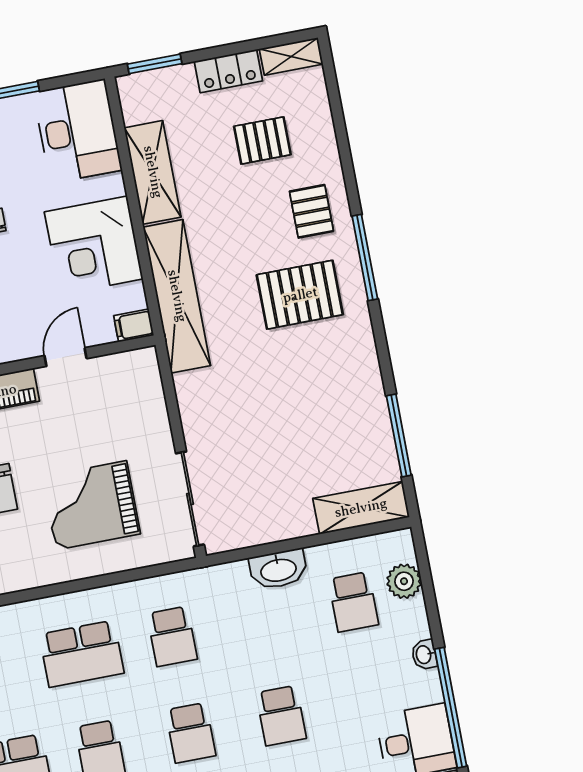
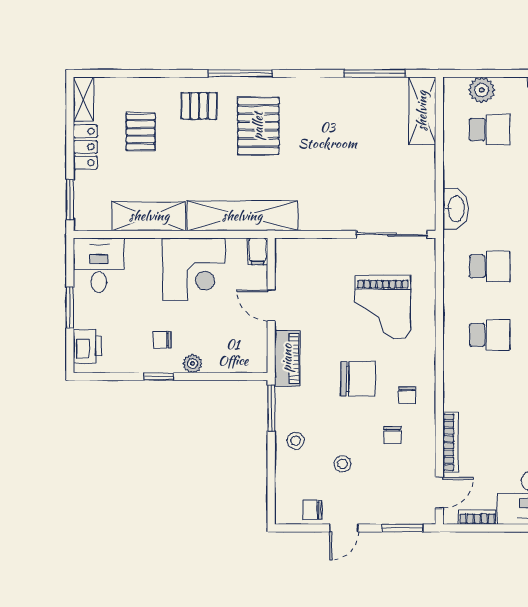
desk: (78, 131) -> (99, 265), width x0.73
washbasin: (278, 569) -> (455, 209), moved
school desk: (82, 654) -> (490, 335), width x0.54

